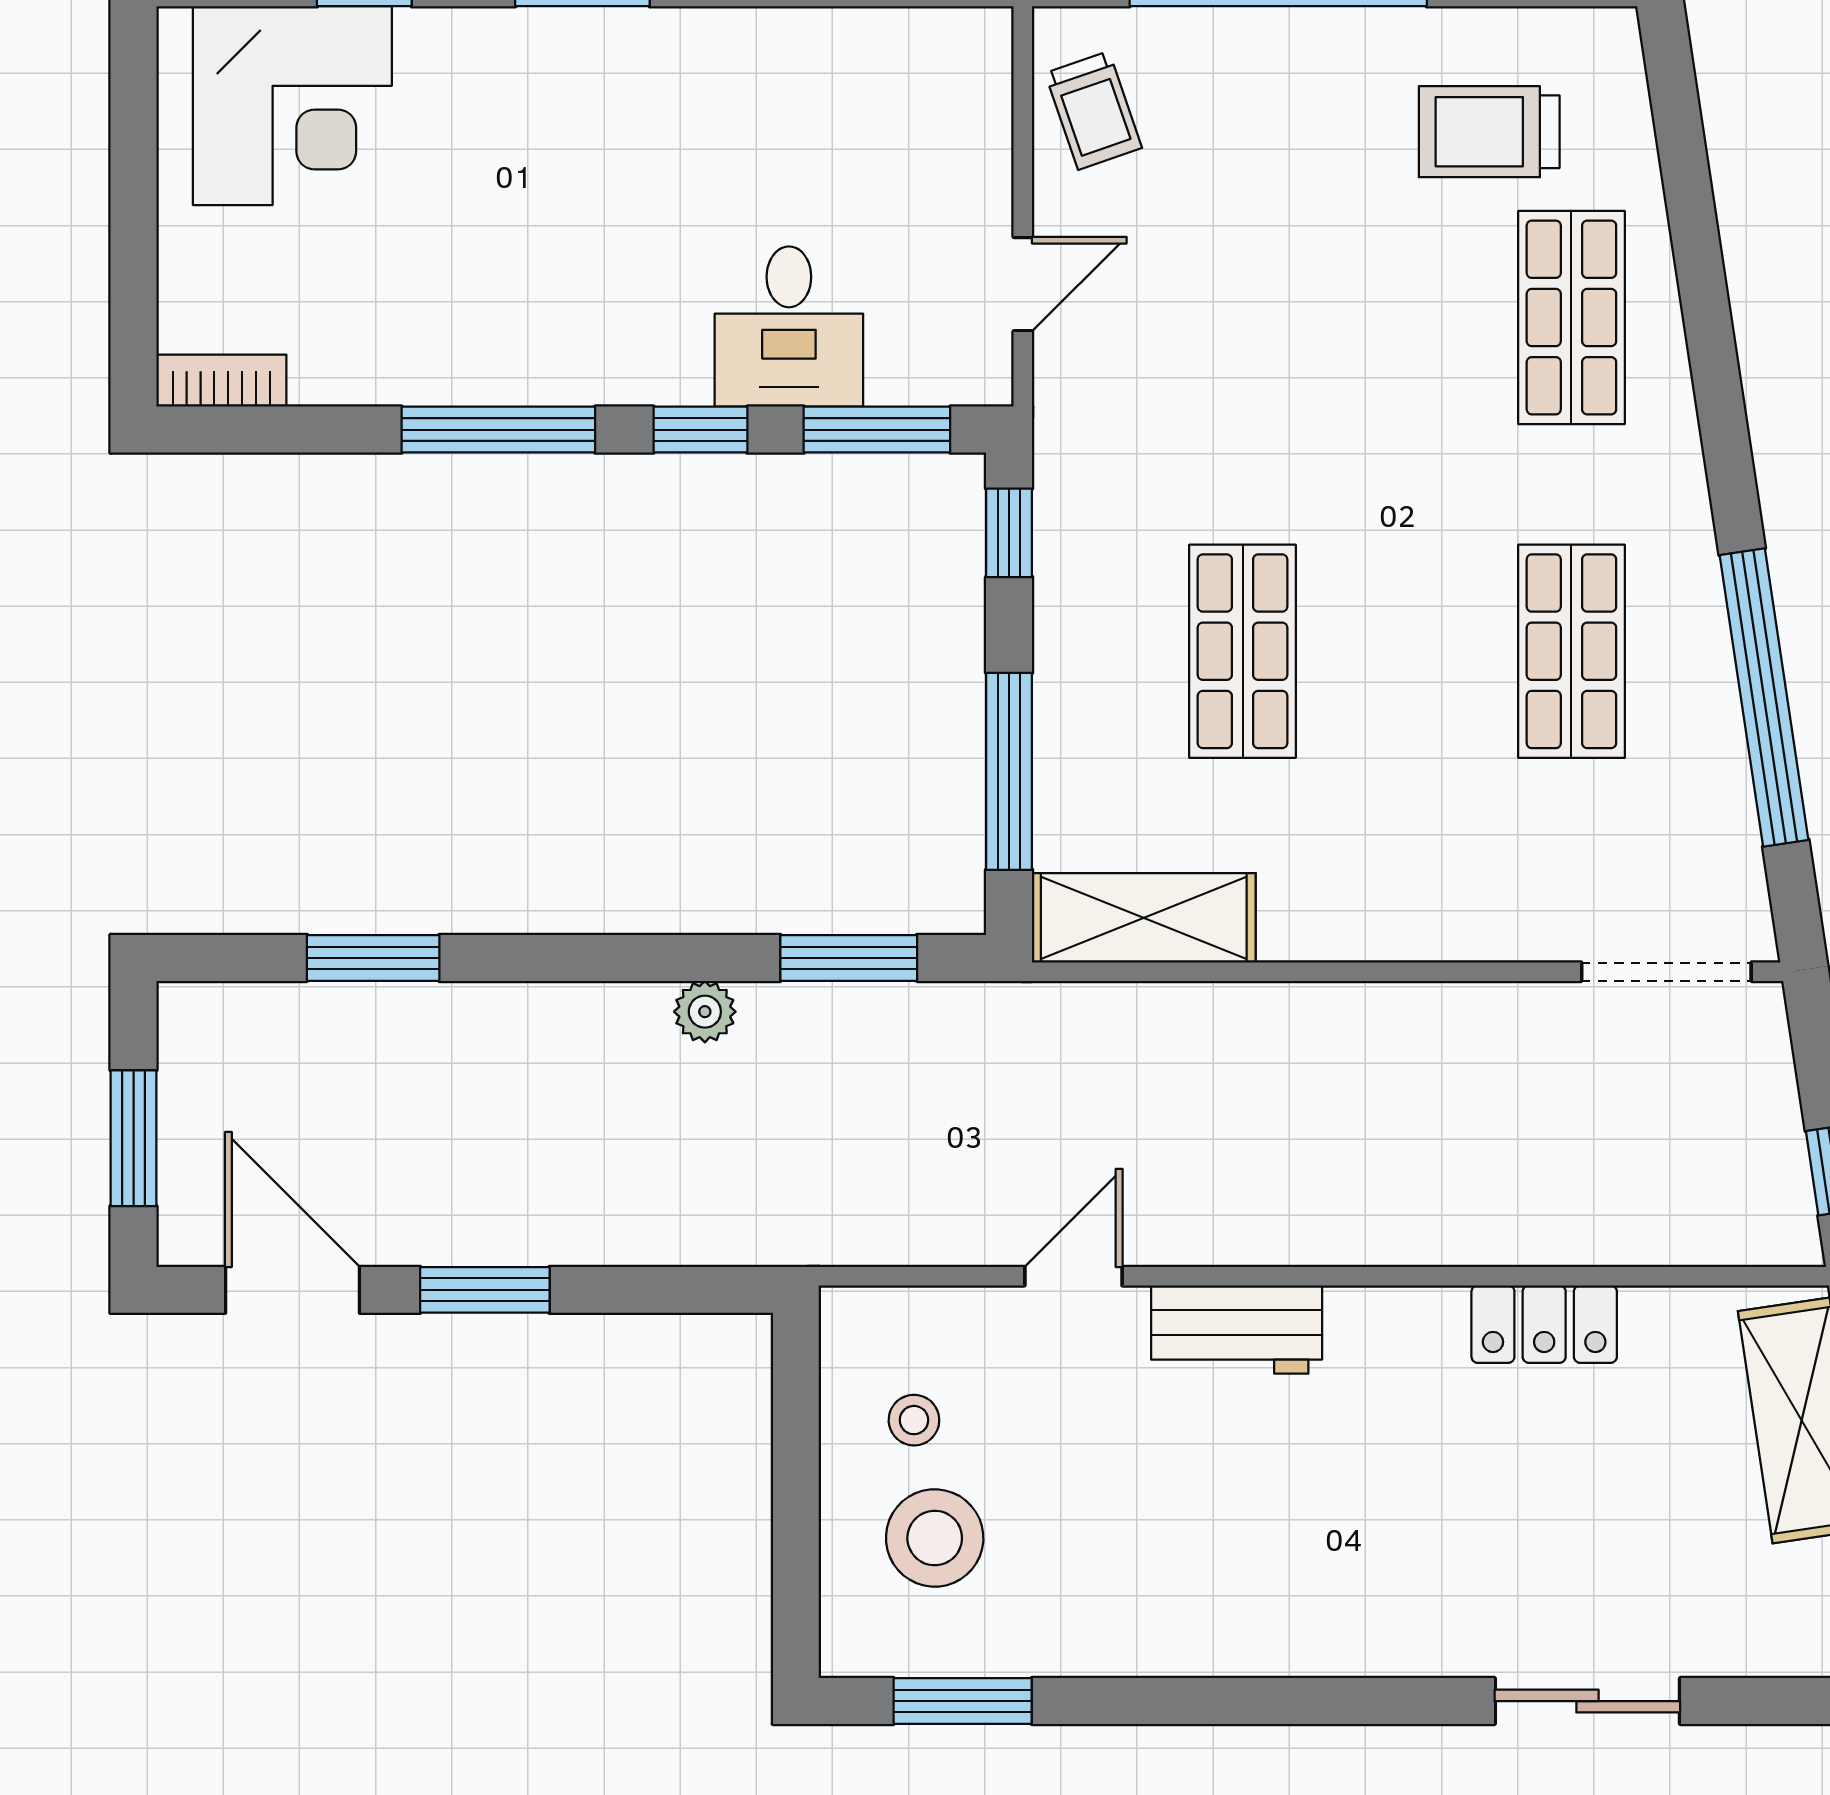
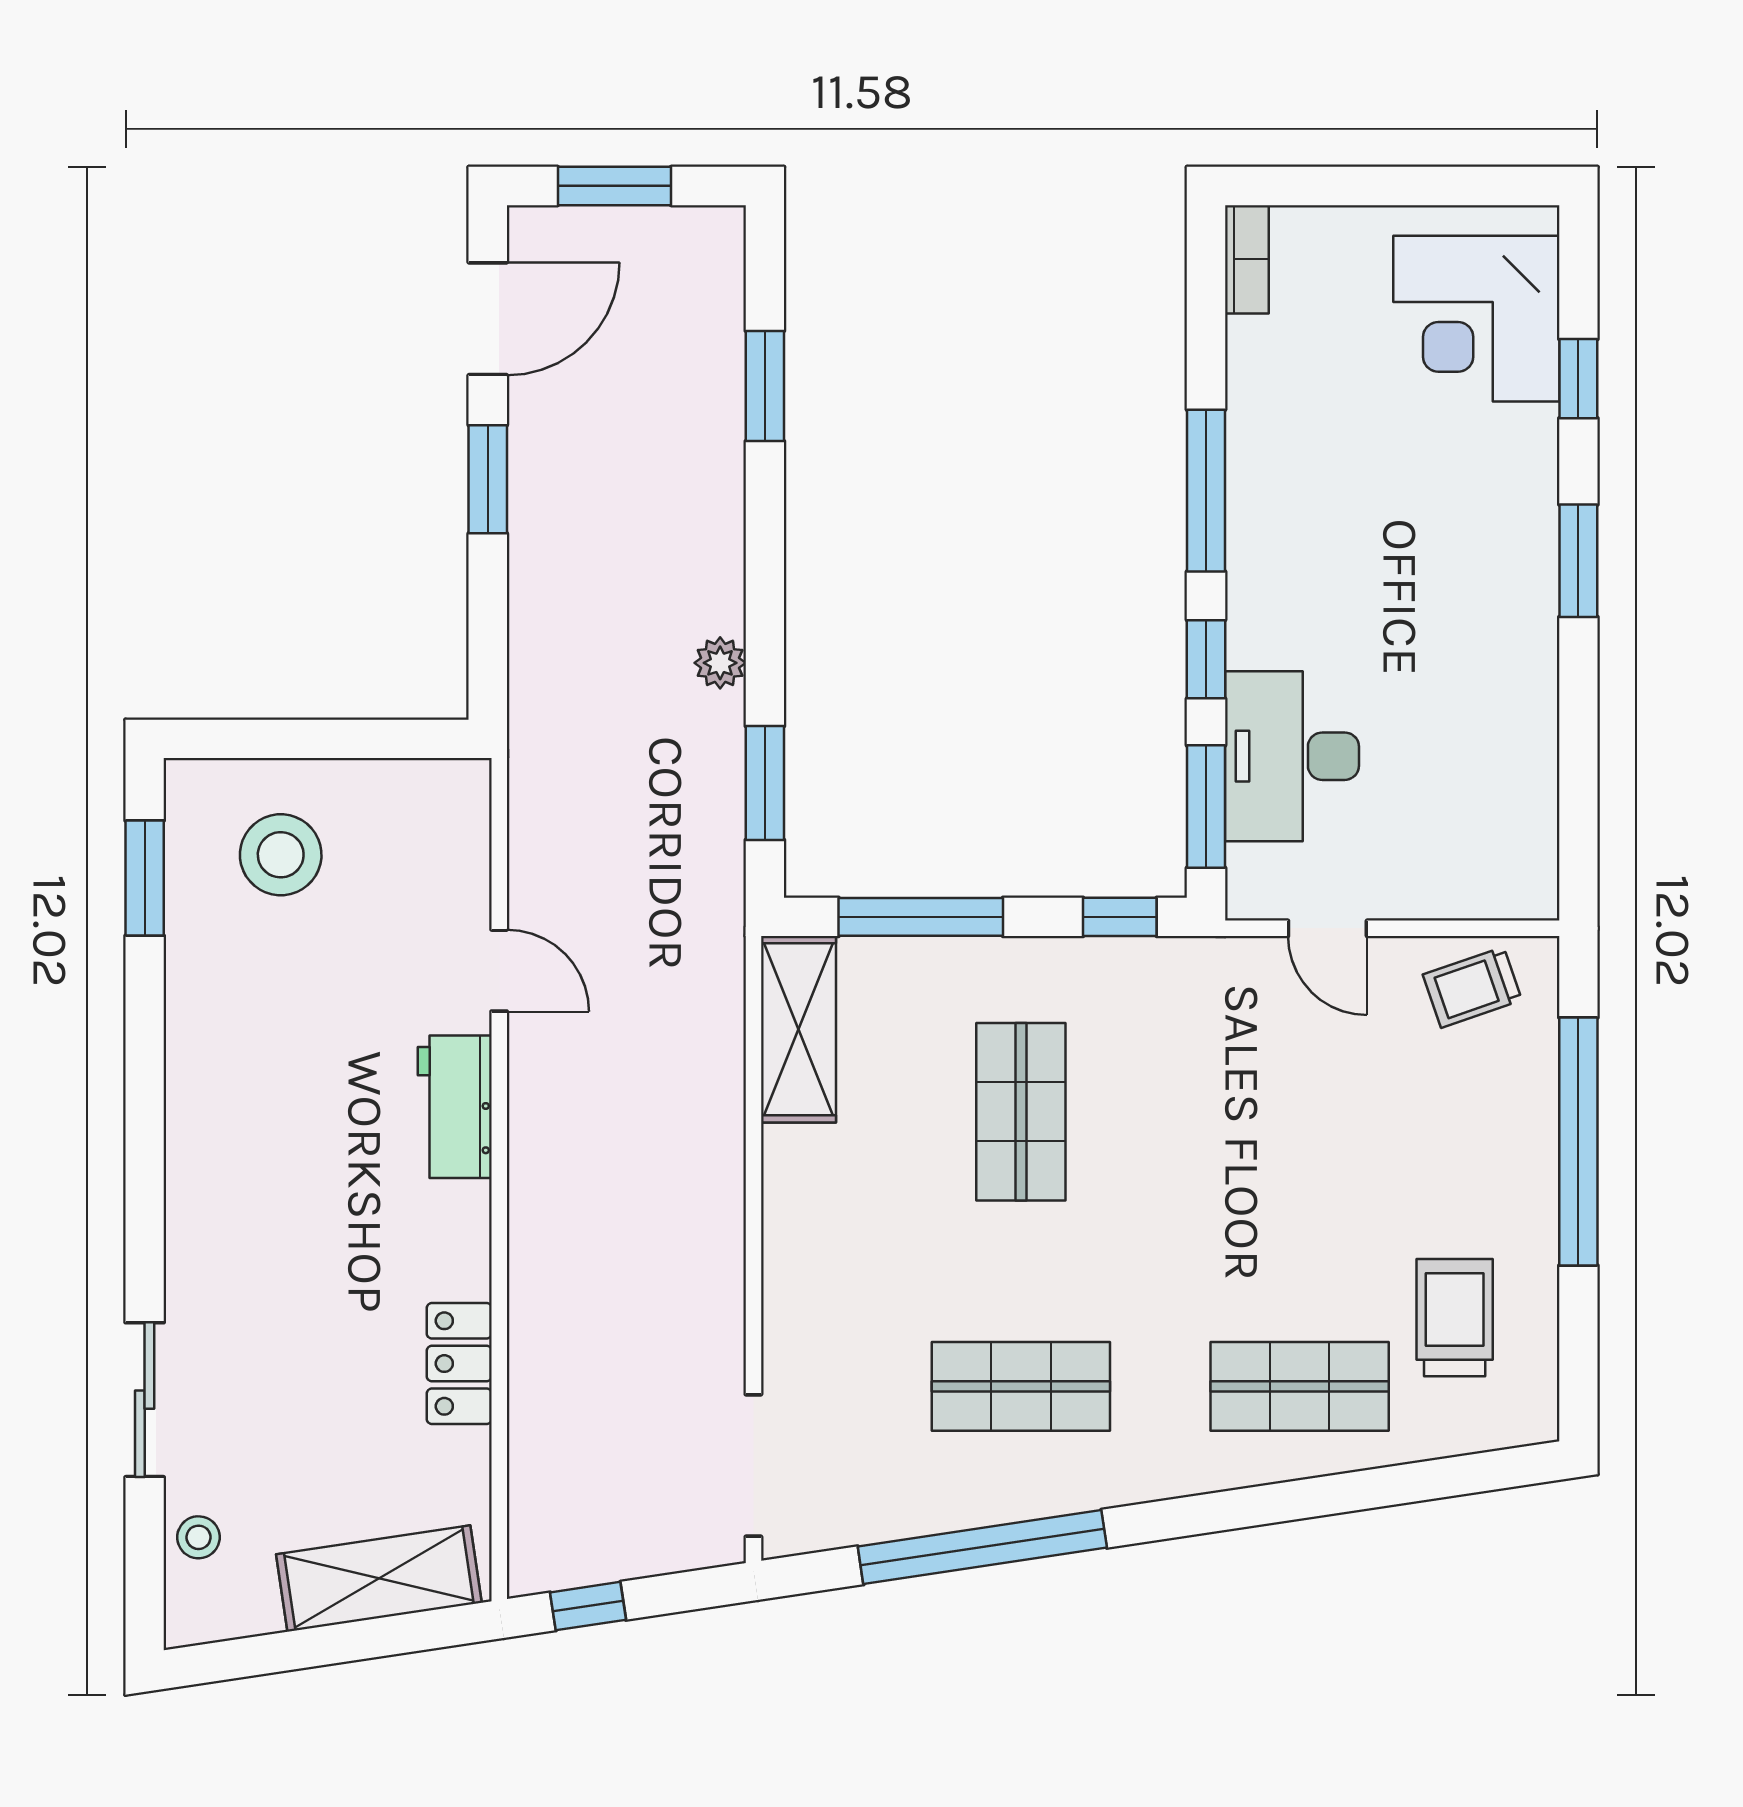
desk: (789, 327) -> (1292, 756), width x1.37
shop shelf: (1243, 651) -> (1021, 1112), turned 90
stool: (914, 1420) -> (198, 1537), moved

